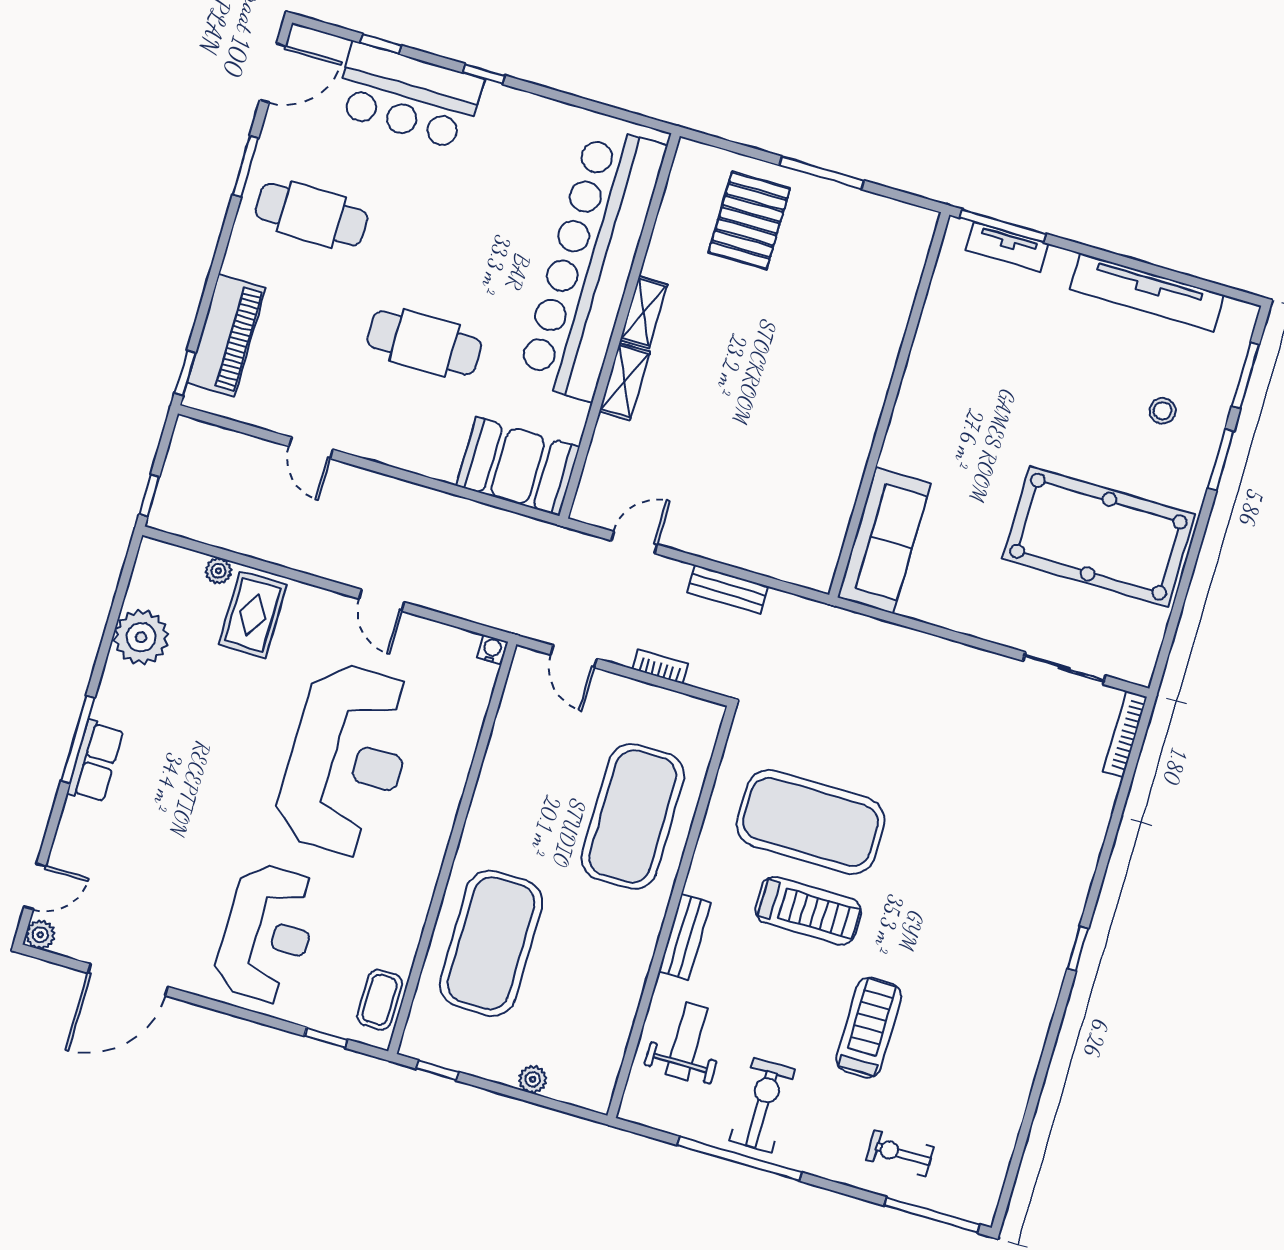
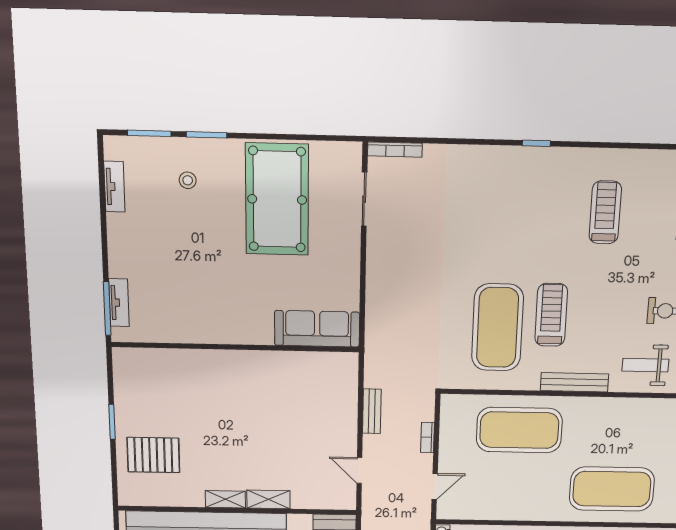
window: (822, 173) -> (112, 422), width x0.69
tv unit: (1147, 292) -> (114, 187), width x0.52, depth x0.78
bench: (685, 937) -> (574, 382), width x1.36
treadmill: (869, 1028) -> (605, 212), moved, turned 90

